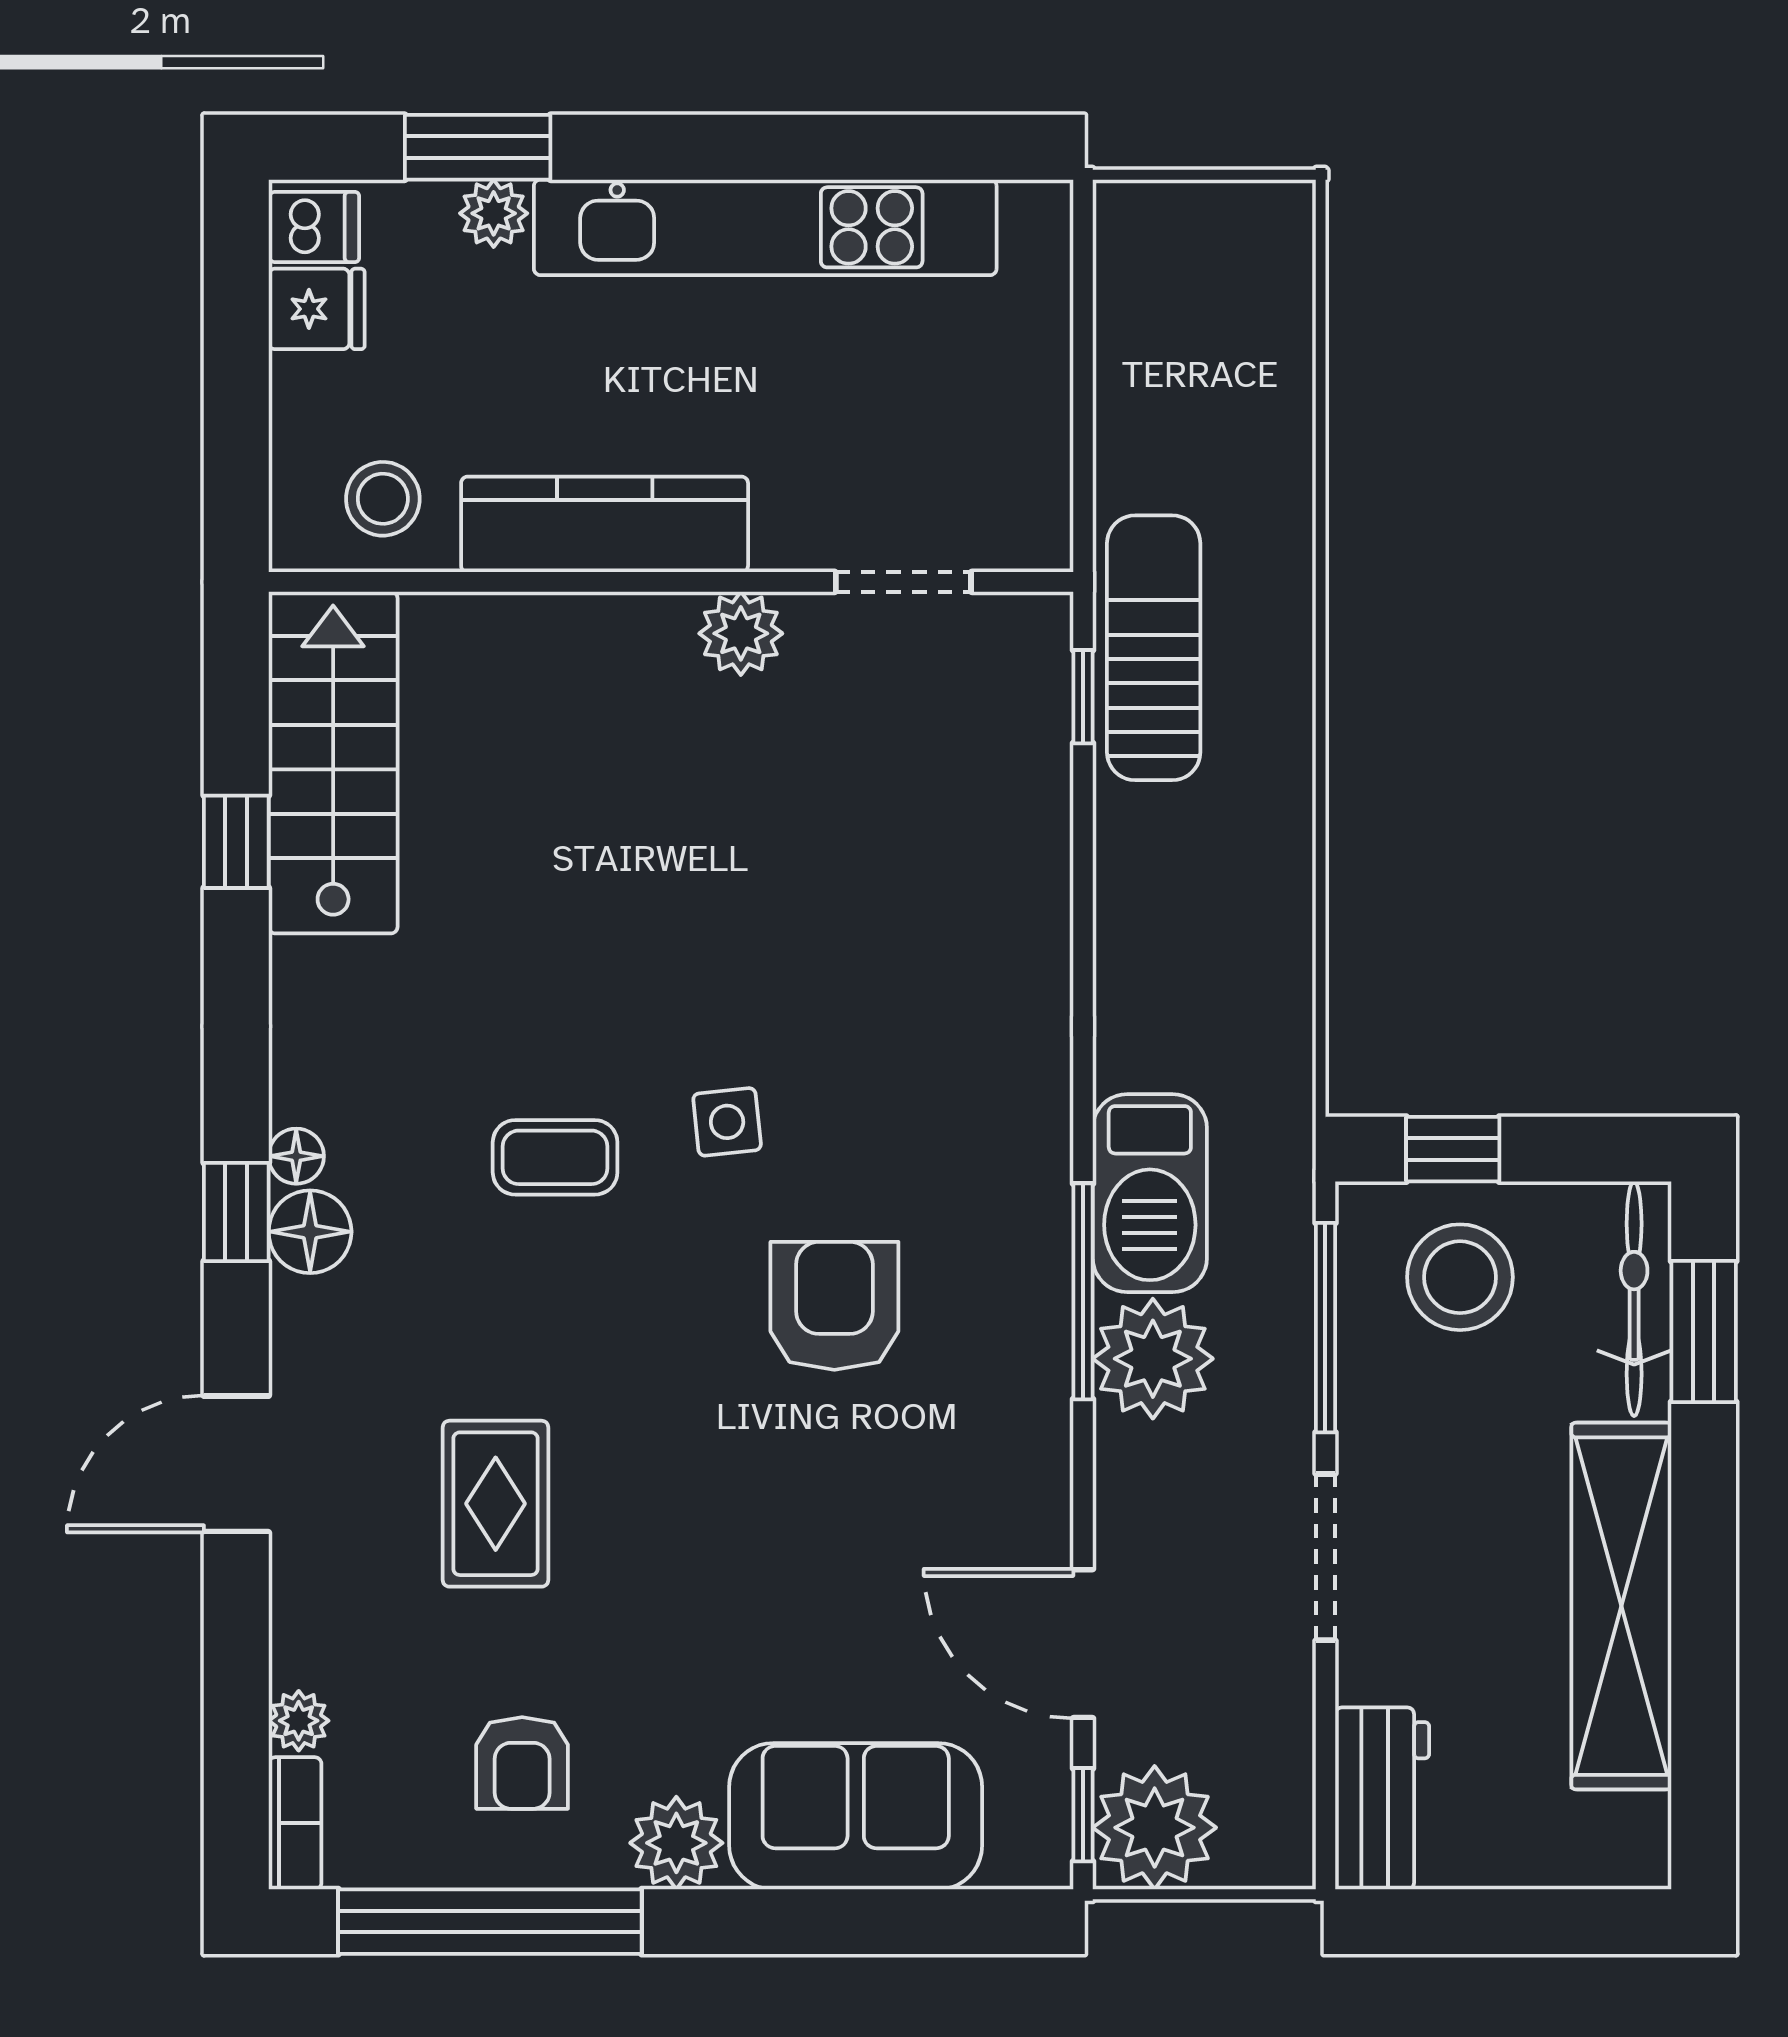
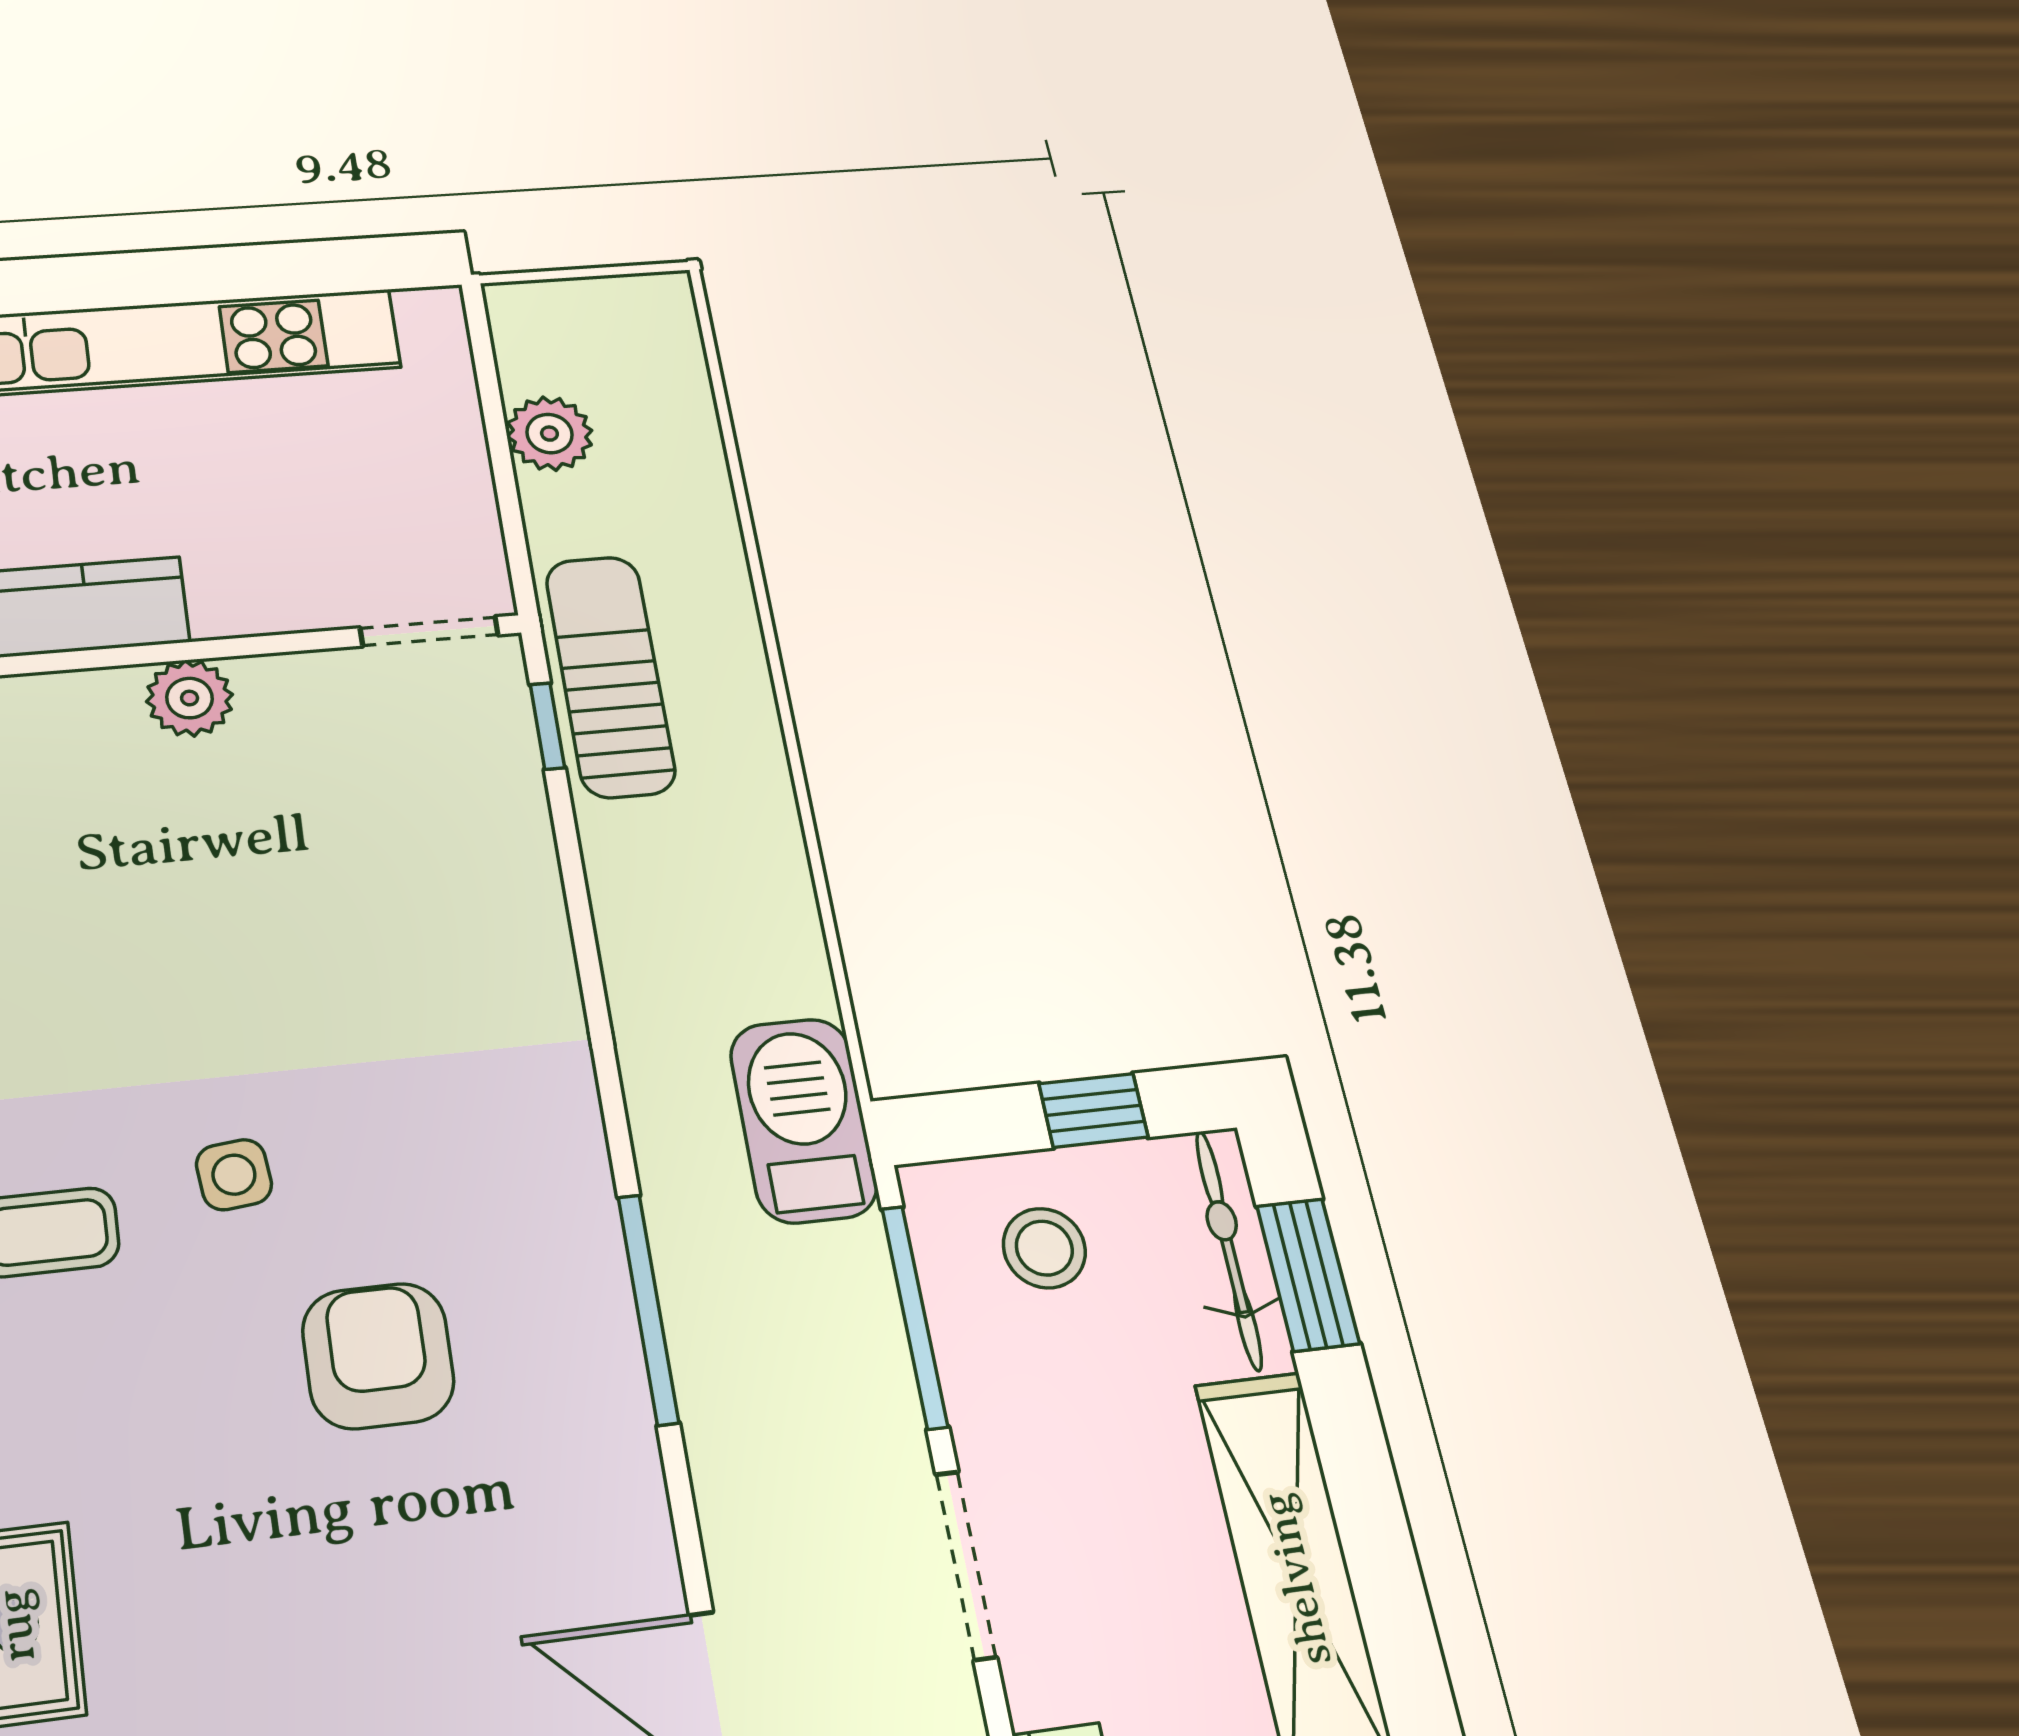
doorway: (903, 582) -> (429, 631), moved
window: (1453, 1149) -> (1093, 1110), moved
barbecue: (1150, 1193) -> (803, 1120), moved, turned 180
stool: (1460, 1277) -> (1044, 1248), width x0.73, depth x0.73
plant: (1153, 1359) -> (549, 434), moved, width x0.73, depth x0.73

